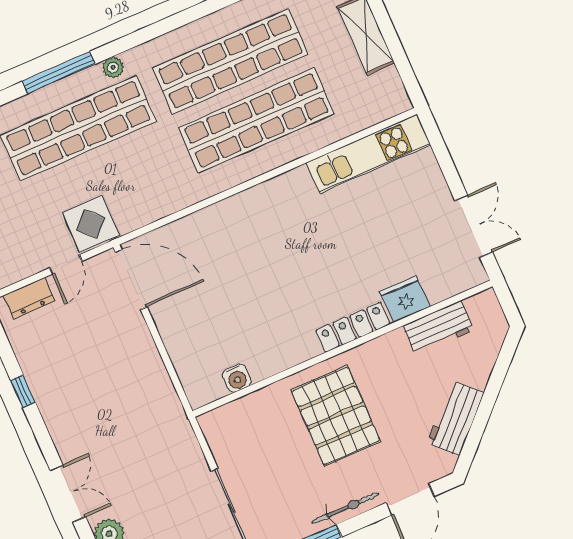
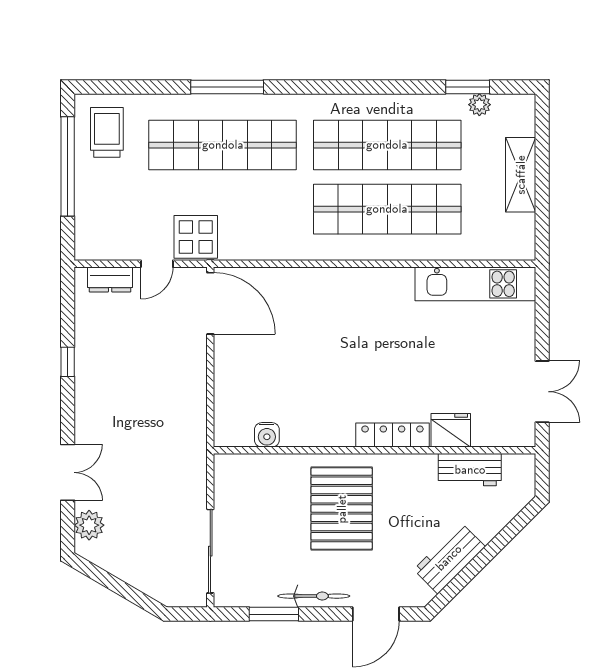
plant: (113, 67) -> (278, 104), removed

